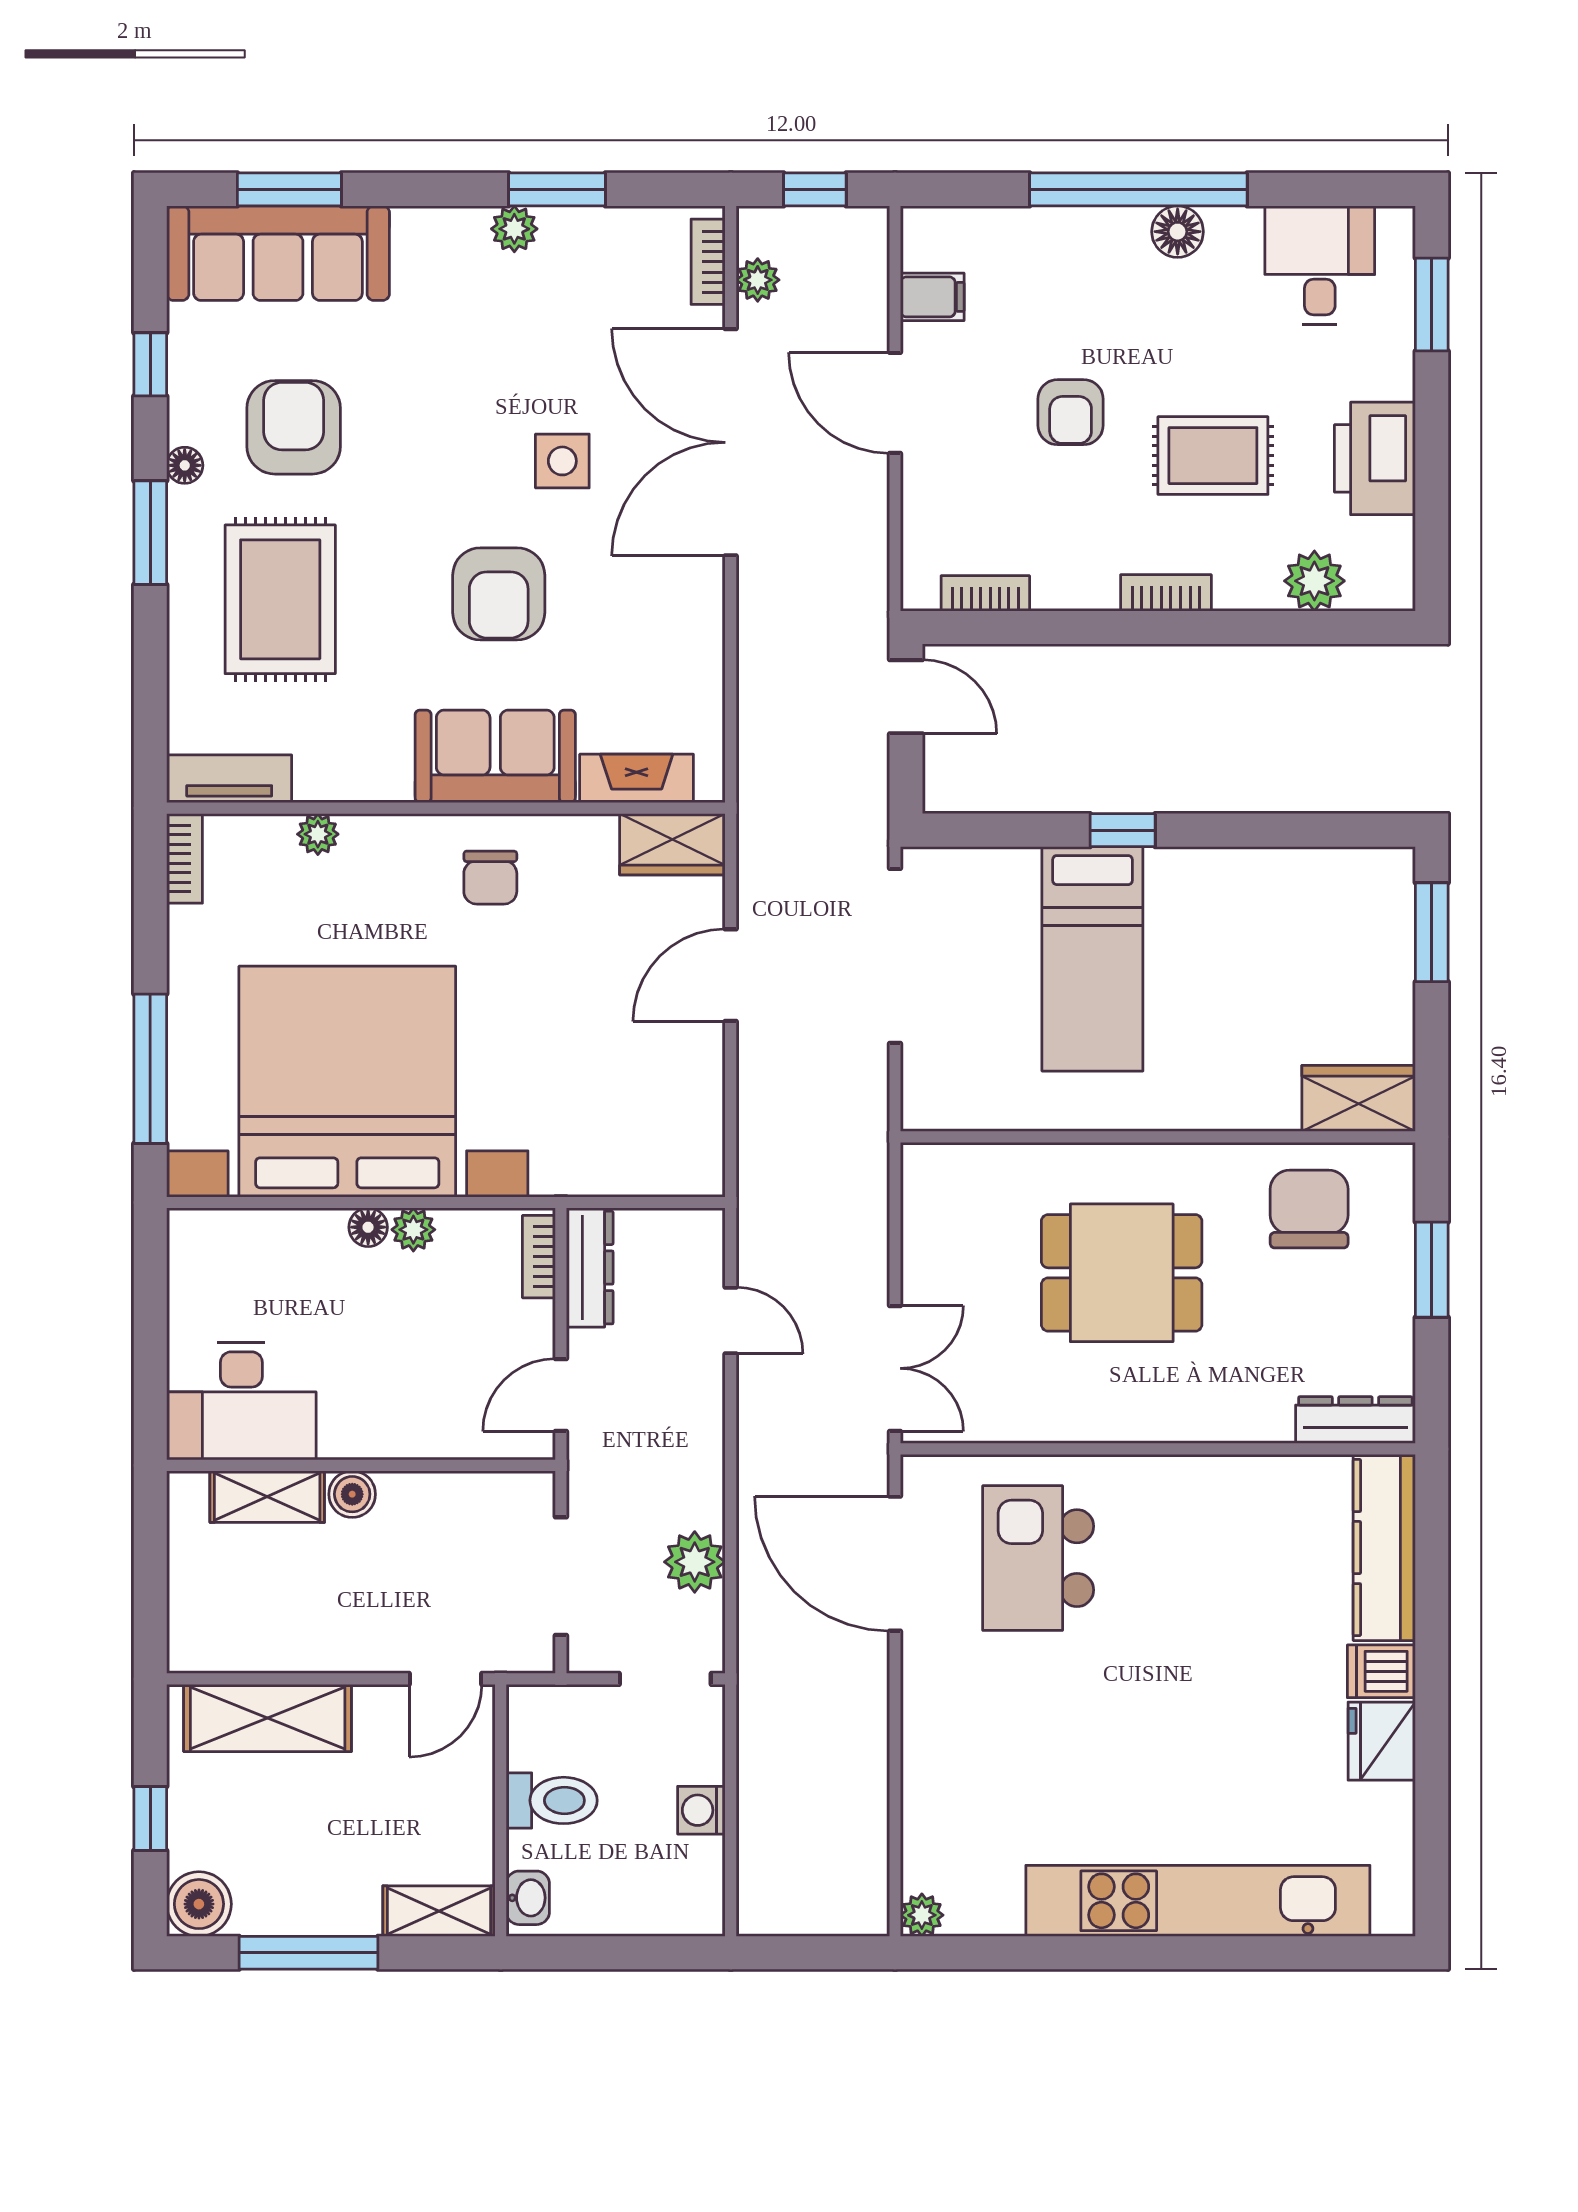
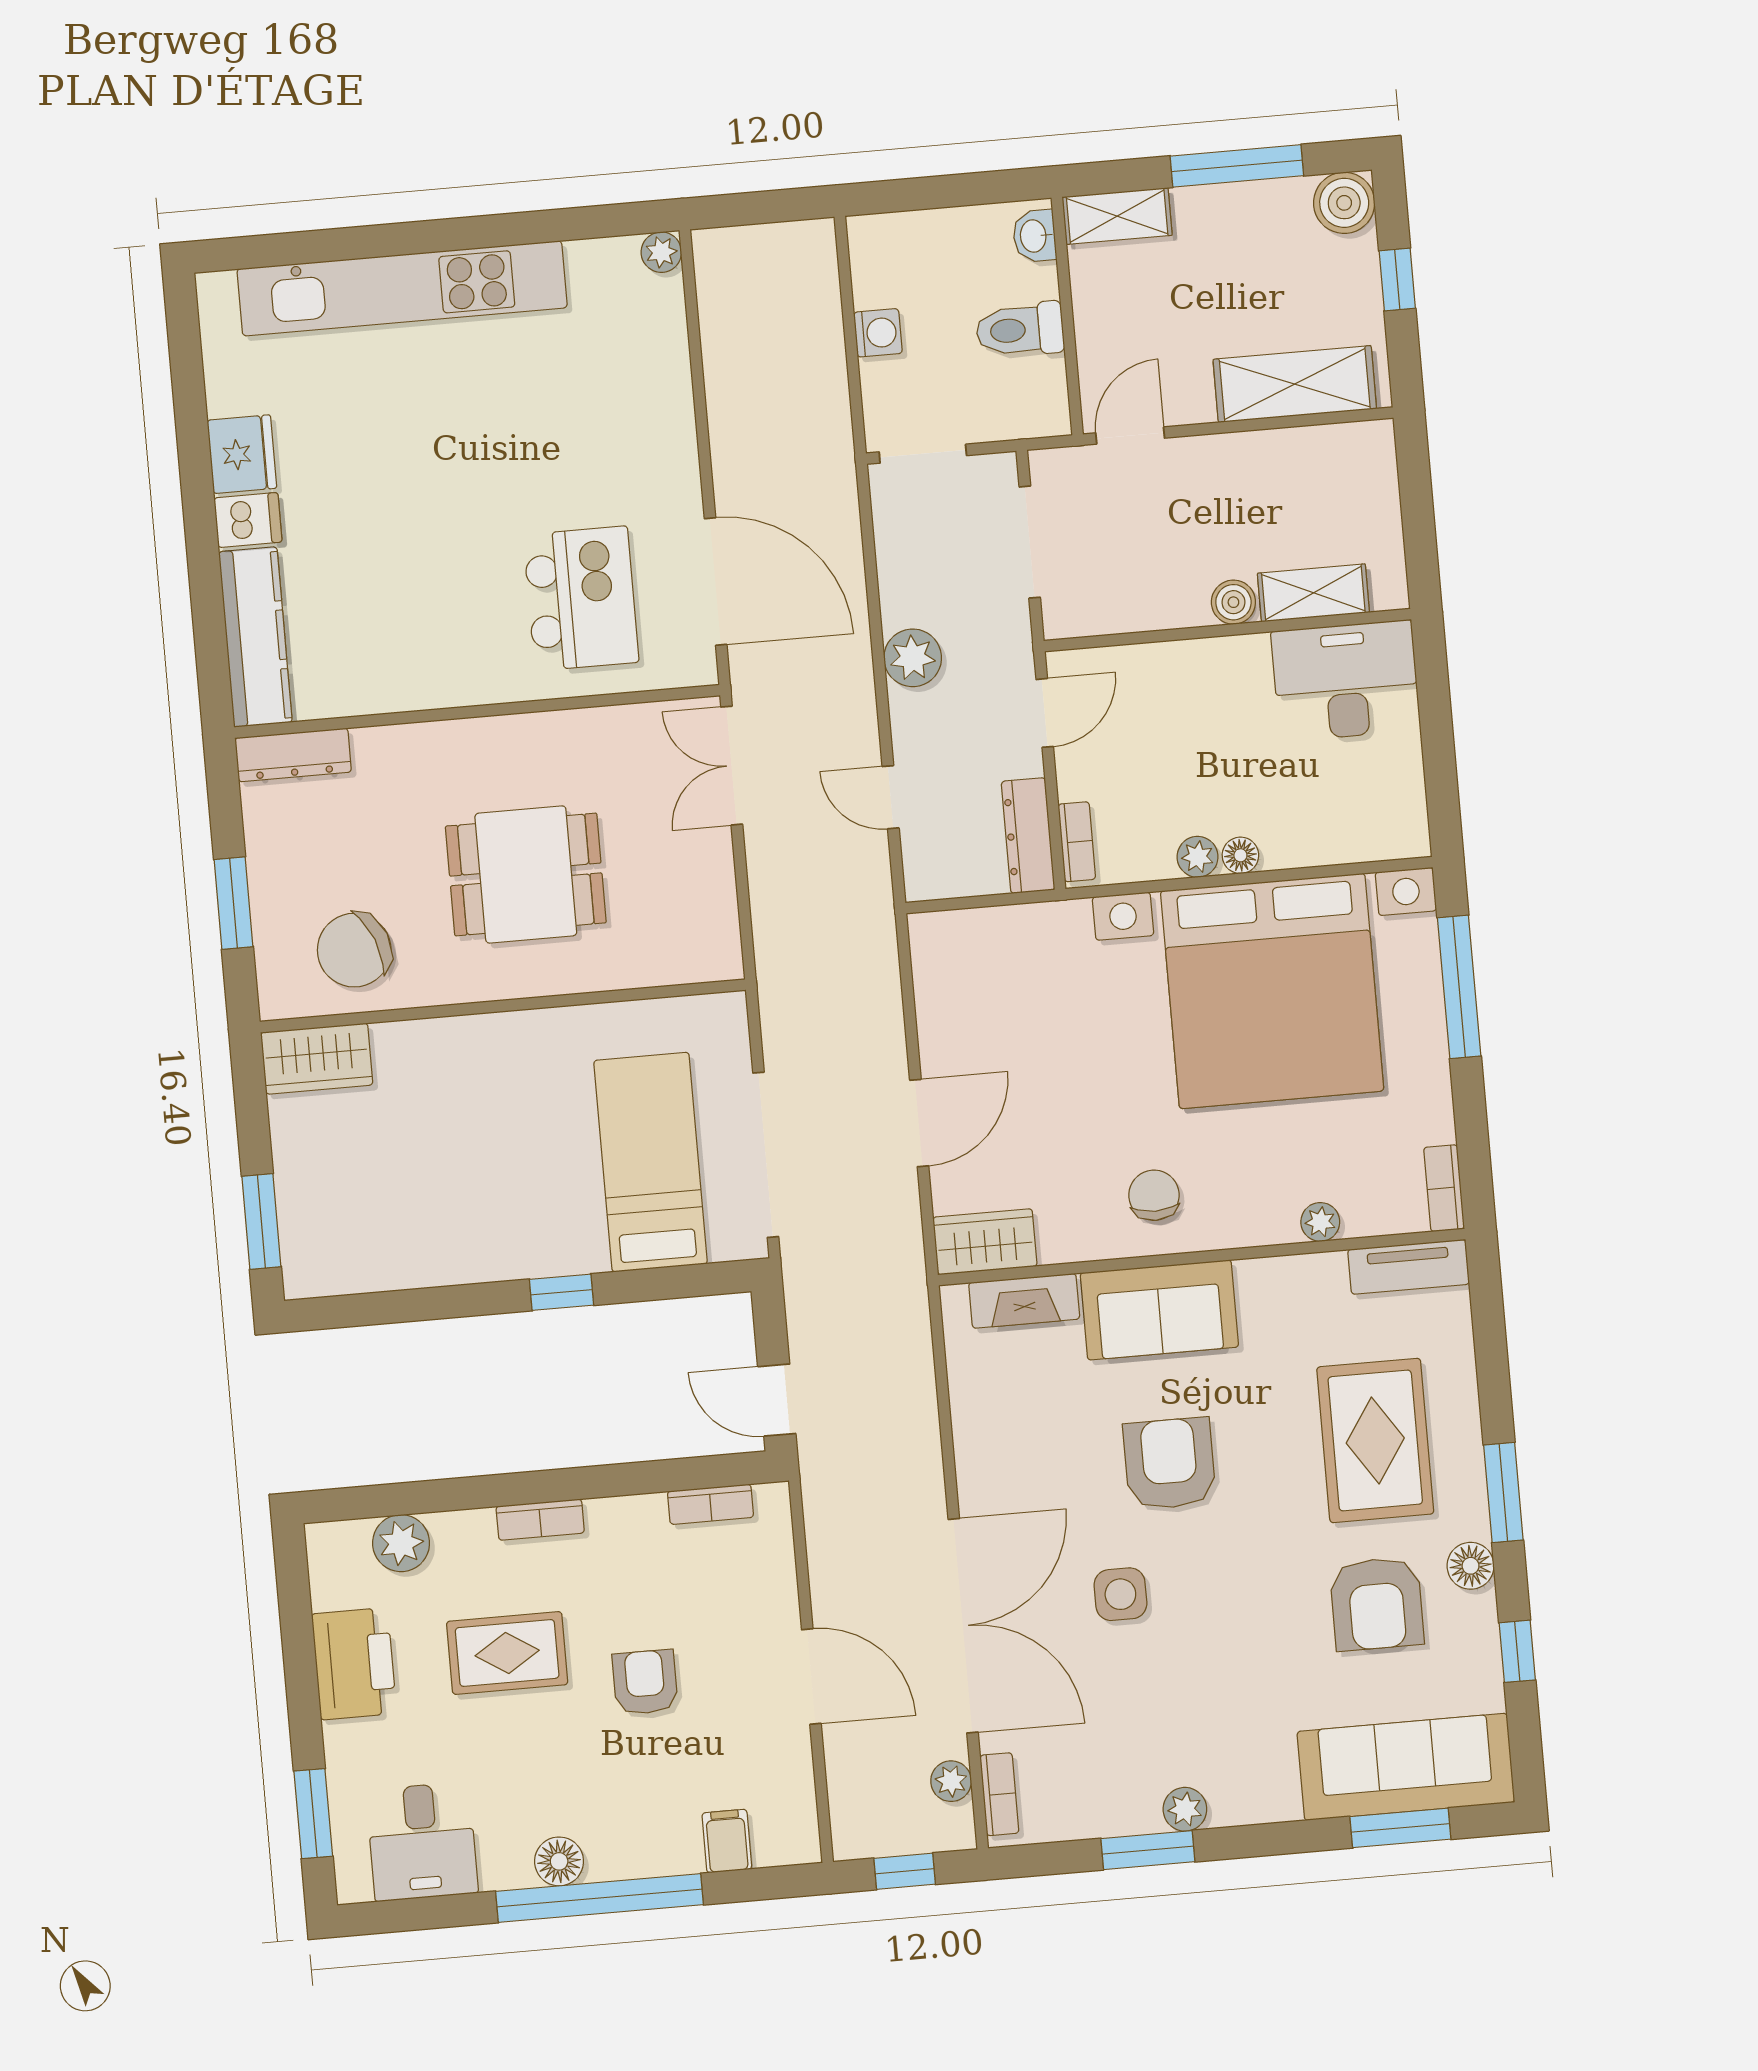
filing cabinet: (932, 297) -> (727, 1841), moved, turned 90
floor lamp: (185, 465) -> (1471, 1566), width x1.37, depth x1.37
bed: (1092, 959) -> (651, 1162), moved
chair: (1309, 1209) -> (354, 950), turned 68
plant: (695, 1562) -> (913, 658), moved

